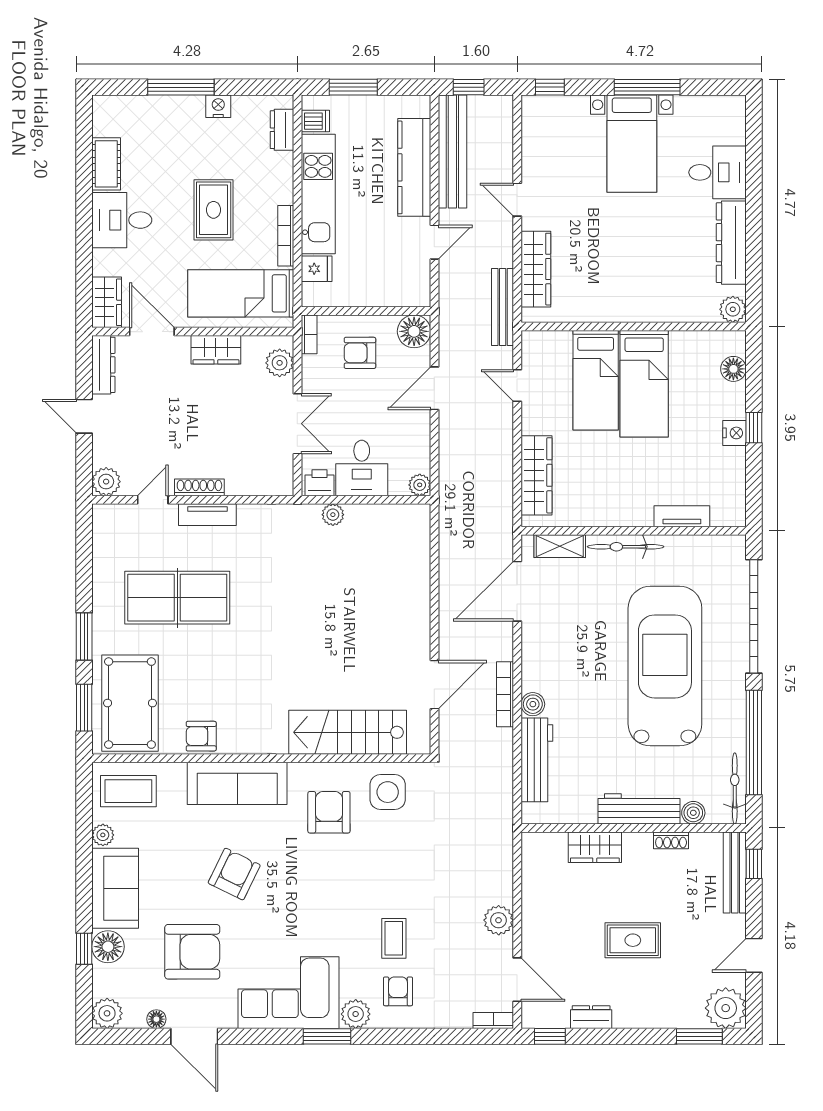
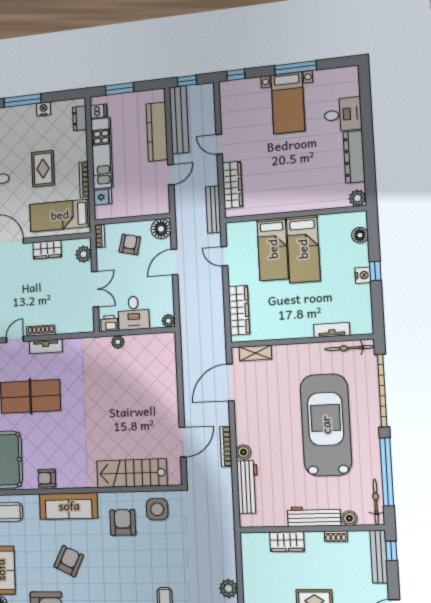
armchair: (360, 353) -> (130, 244), turned 103
bicycle: (626, 547) -> (350, 348), moved

